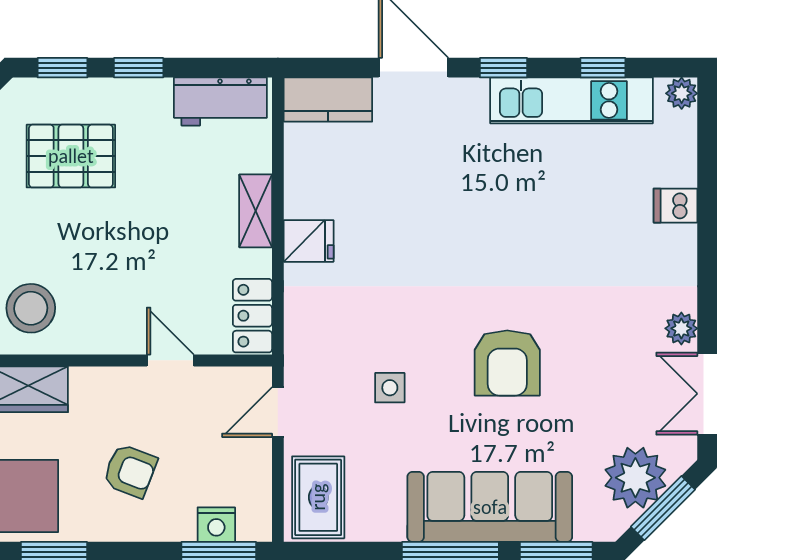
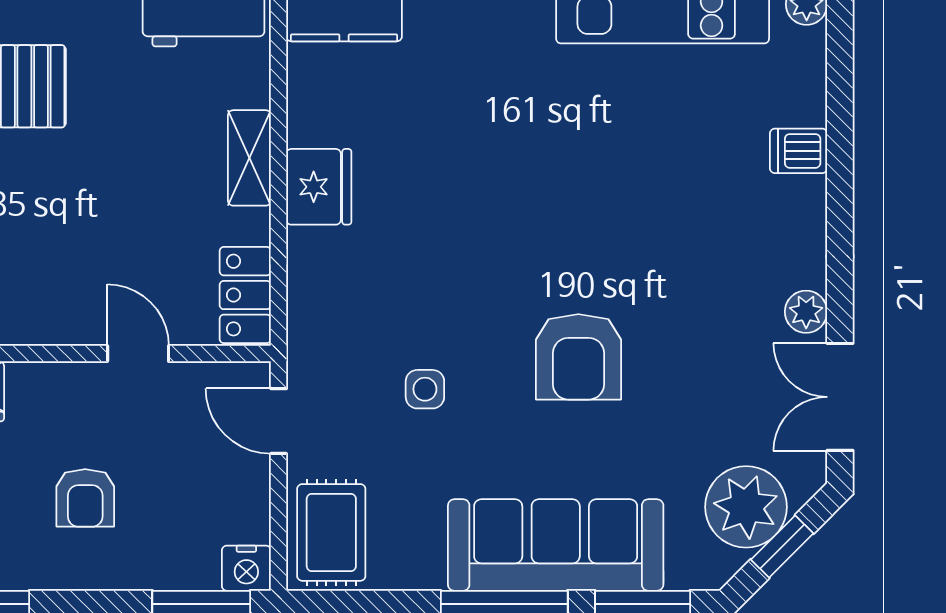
fridge: (309, 241) -> (319, 187), width x1.38
door: (278, 412) -> (279, 421), hinge flipped
armchair: (130, 471) -> (85, 498), turned 69
window: (663, 508) -> (782, 547), width x0.67
nightstand: (216, 525) -> (246, 568), moved

